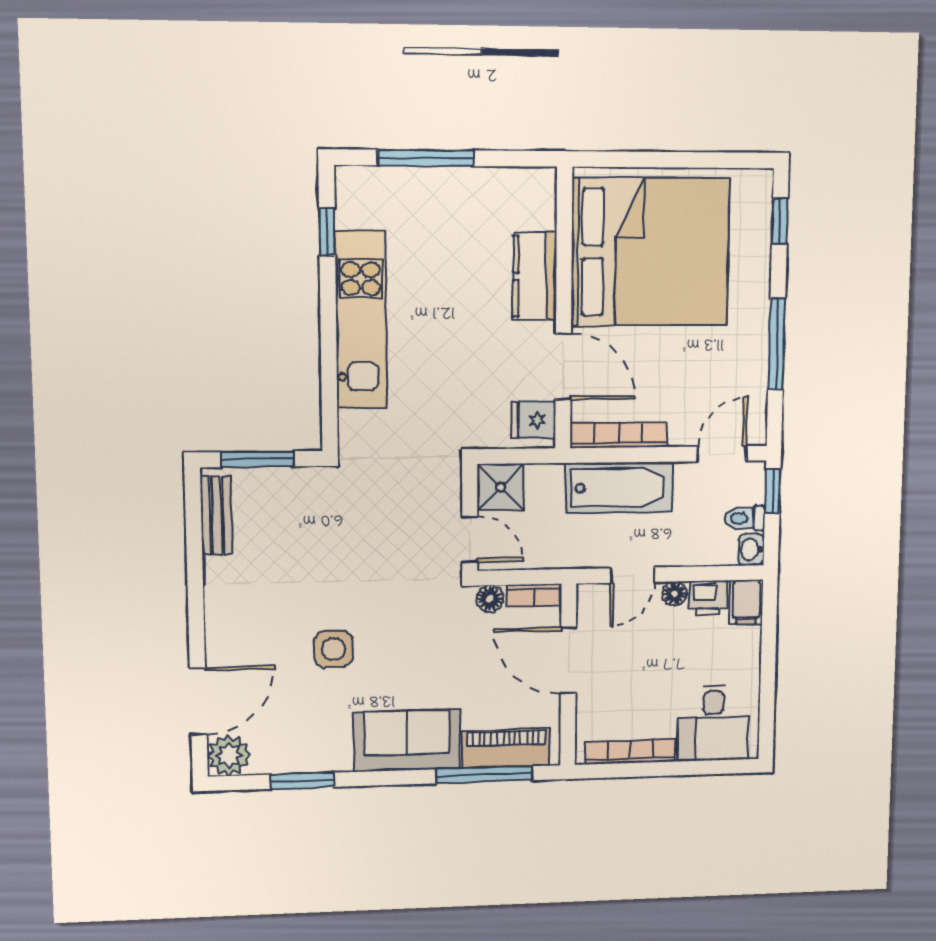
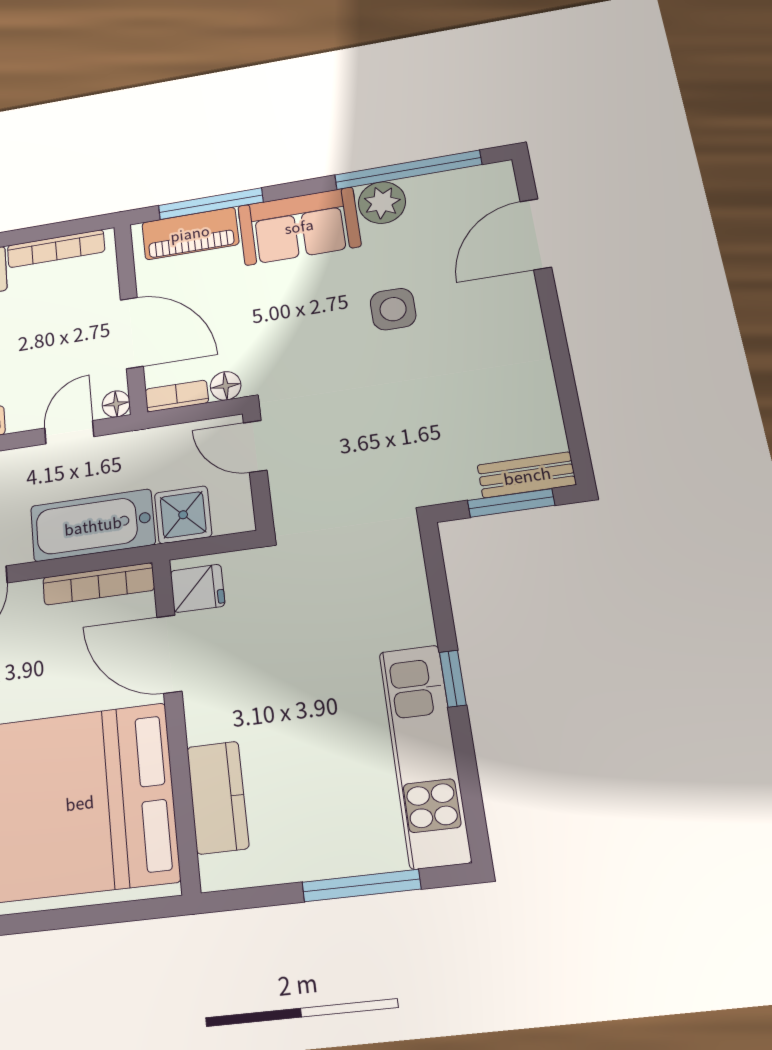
window: (327, 232) -> (453, 679), moved
kitchen counter: (535, 276) -> (218, 797), moved
kitchen unit: (361, 320) -> (424, 755), moved
shower: (501, 487) -> (183, 515), moved
bench: (216, 515) -> (527, 475), moved, turned 90
floor lamp: (675, 594) -> (116, 404), moved
plant: (229, 755) -> (382, 203), moved
window: (302, 781) -> (408, 170), width x2.11

